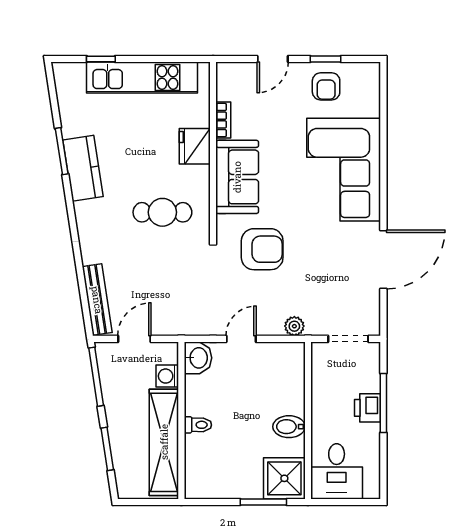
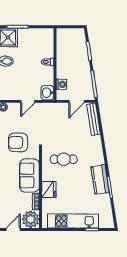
plant: (235, 81) -> (31, 219), added
shelving: (164, 442) -> (63, 54), removed

